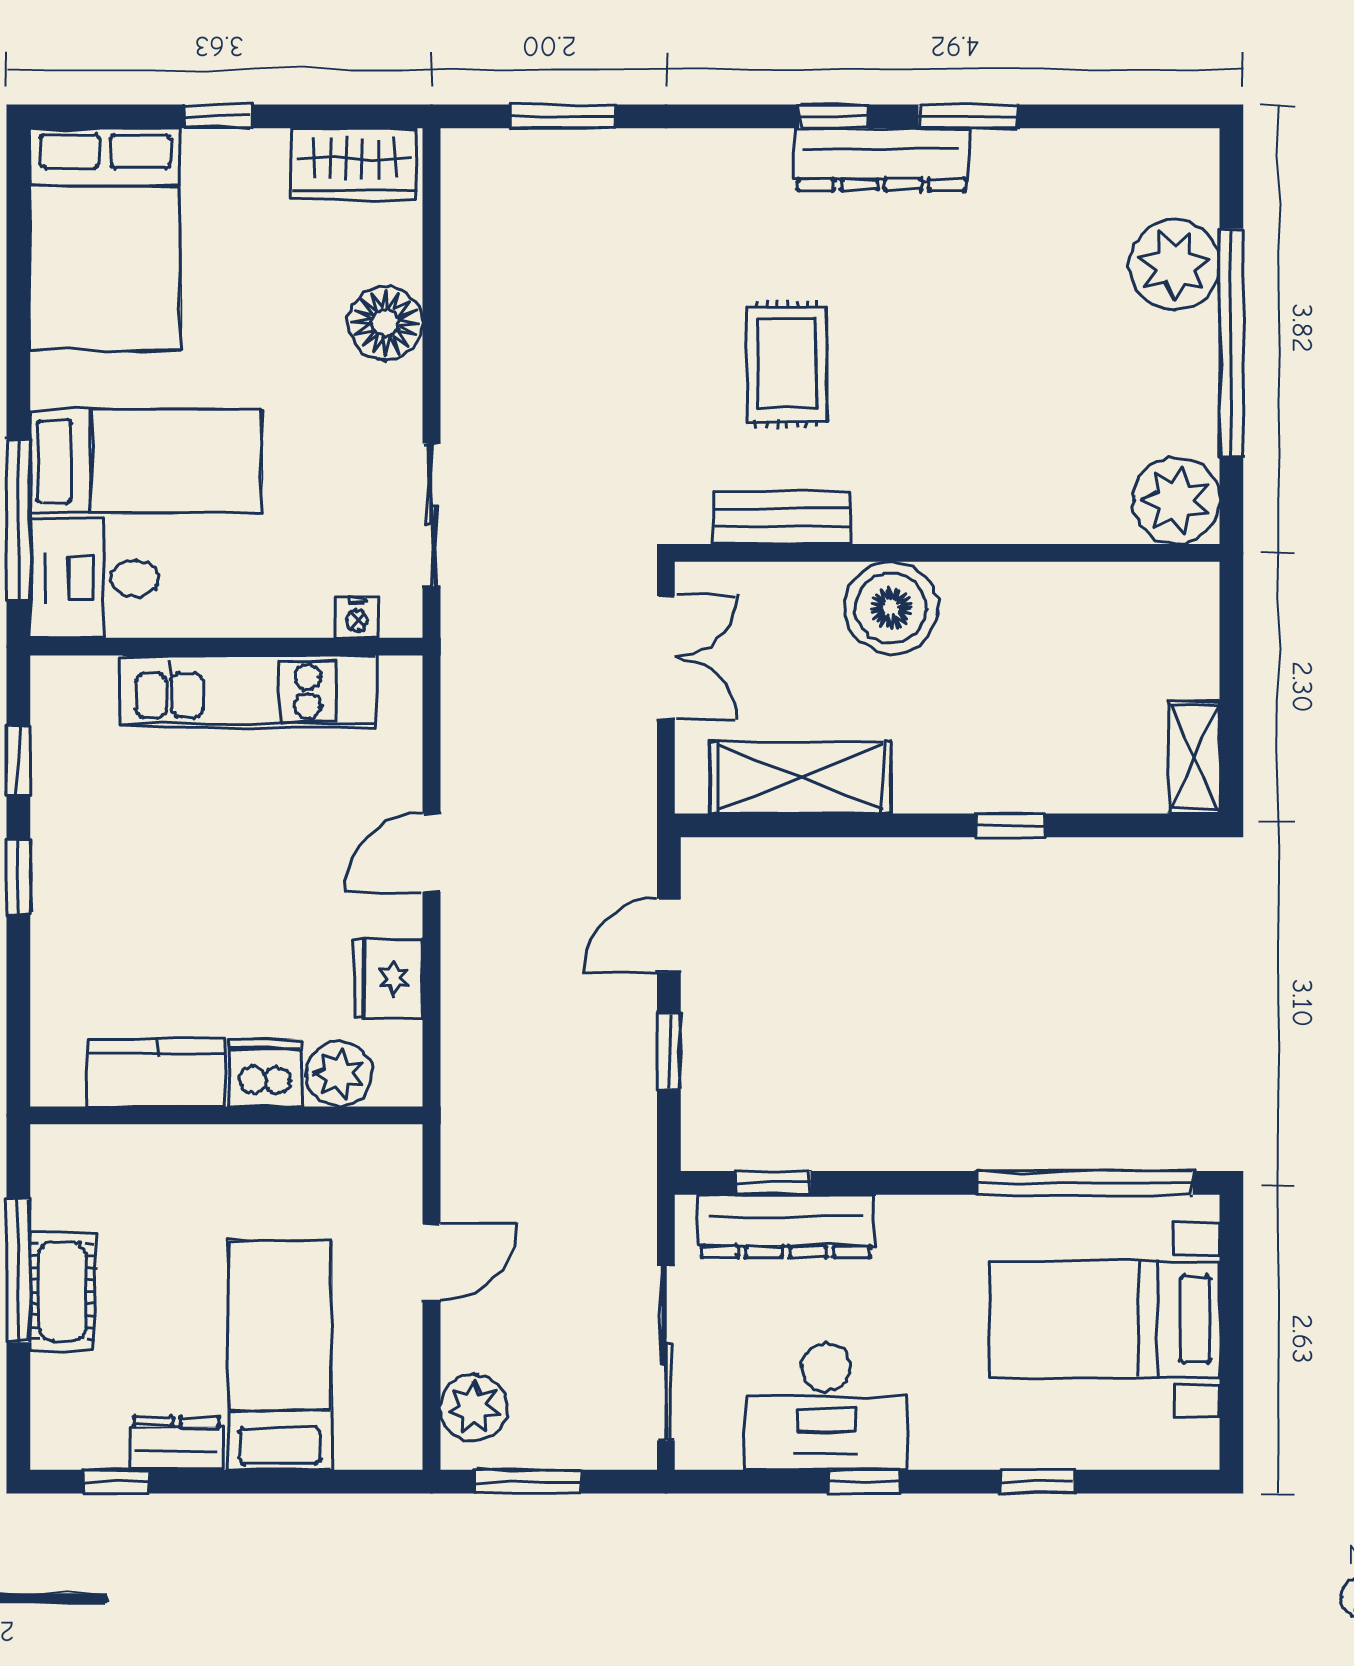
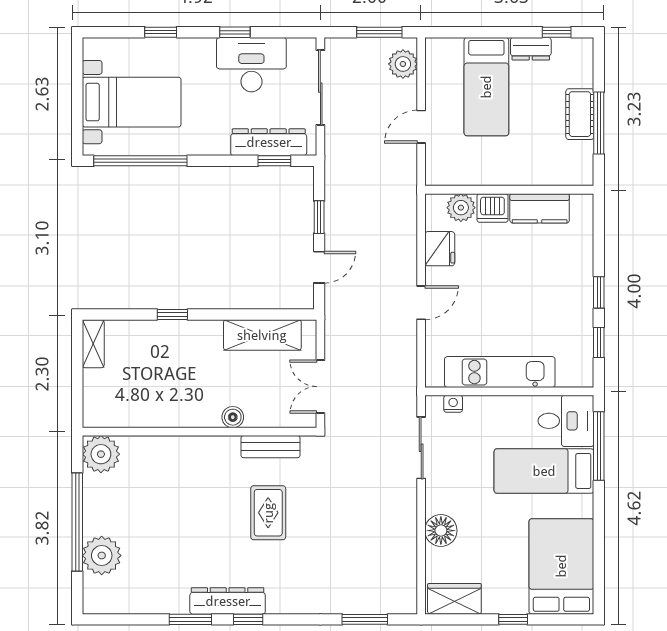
boiler: (891, 608) -> (233, 417), width x0.54, depth x0.54

